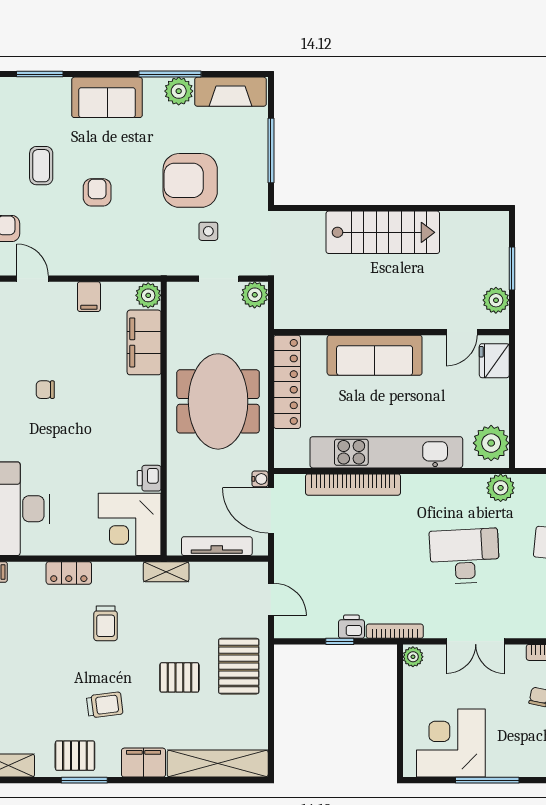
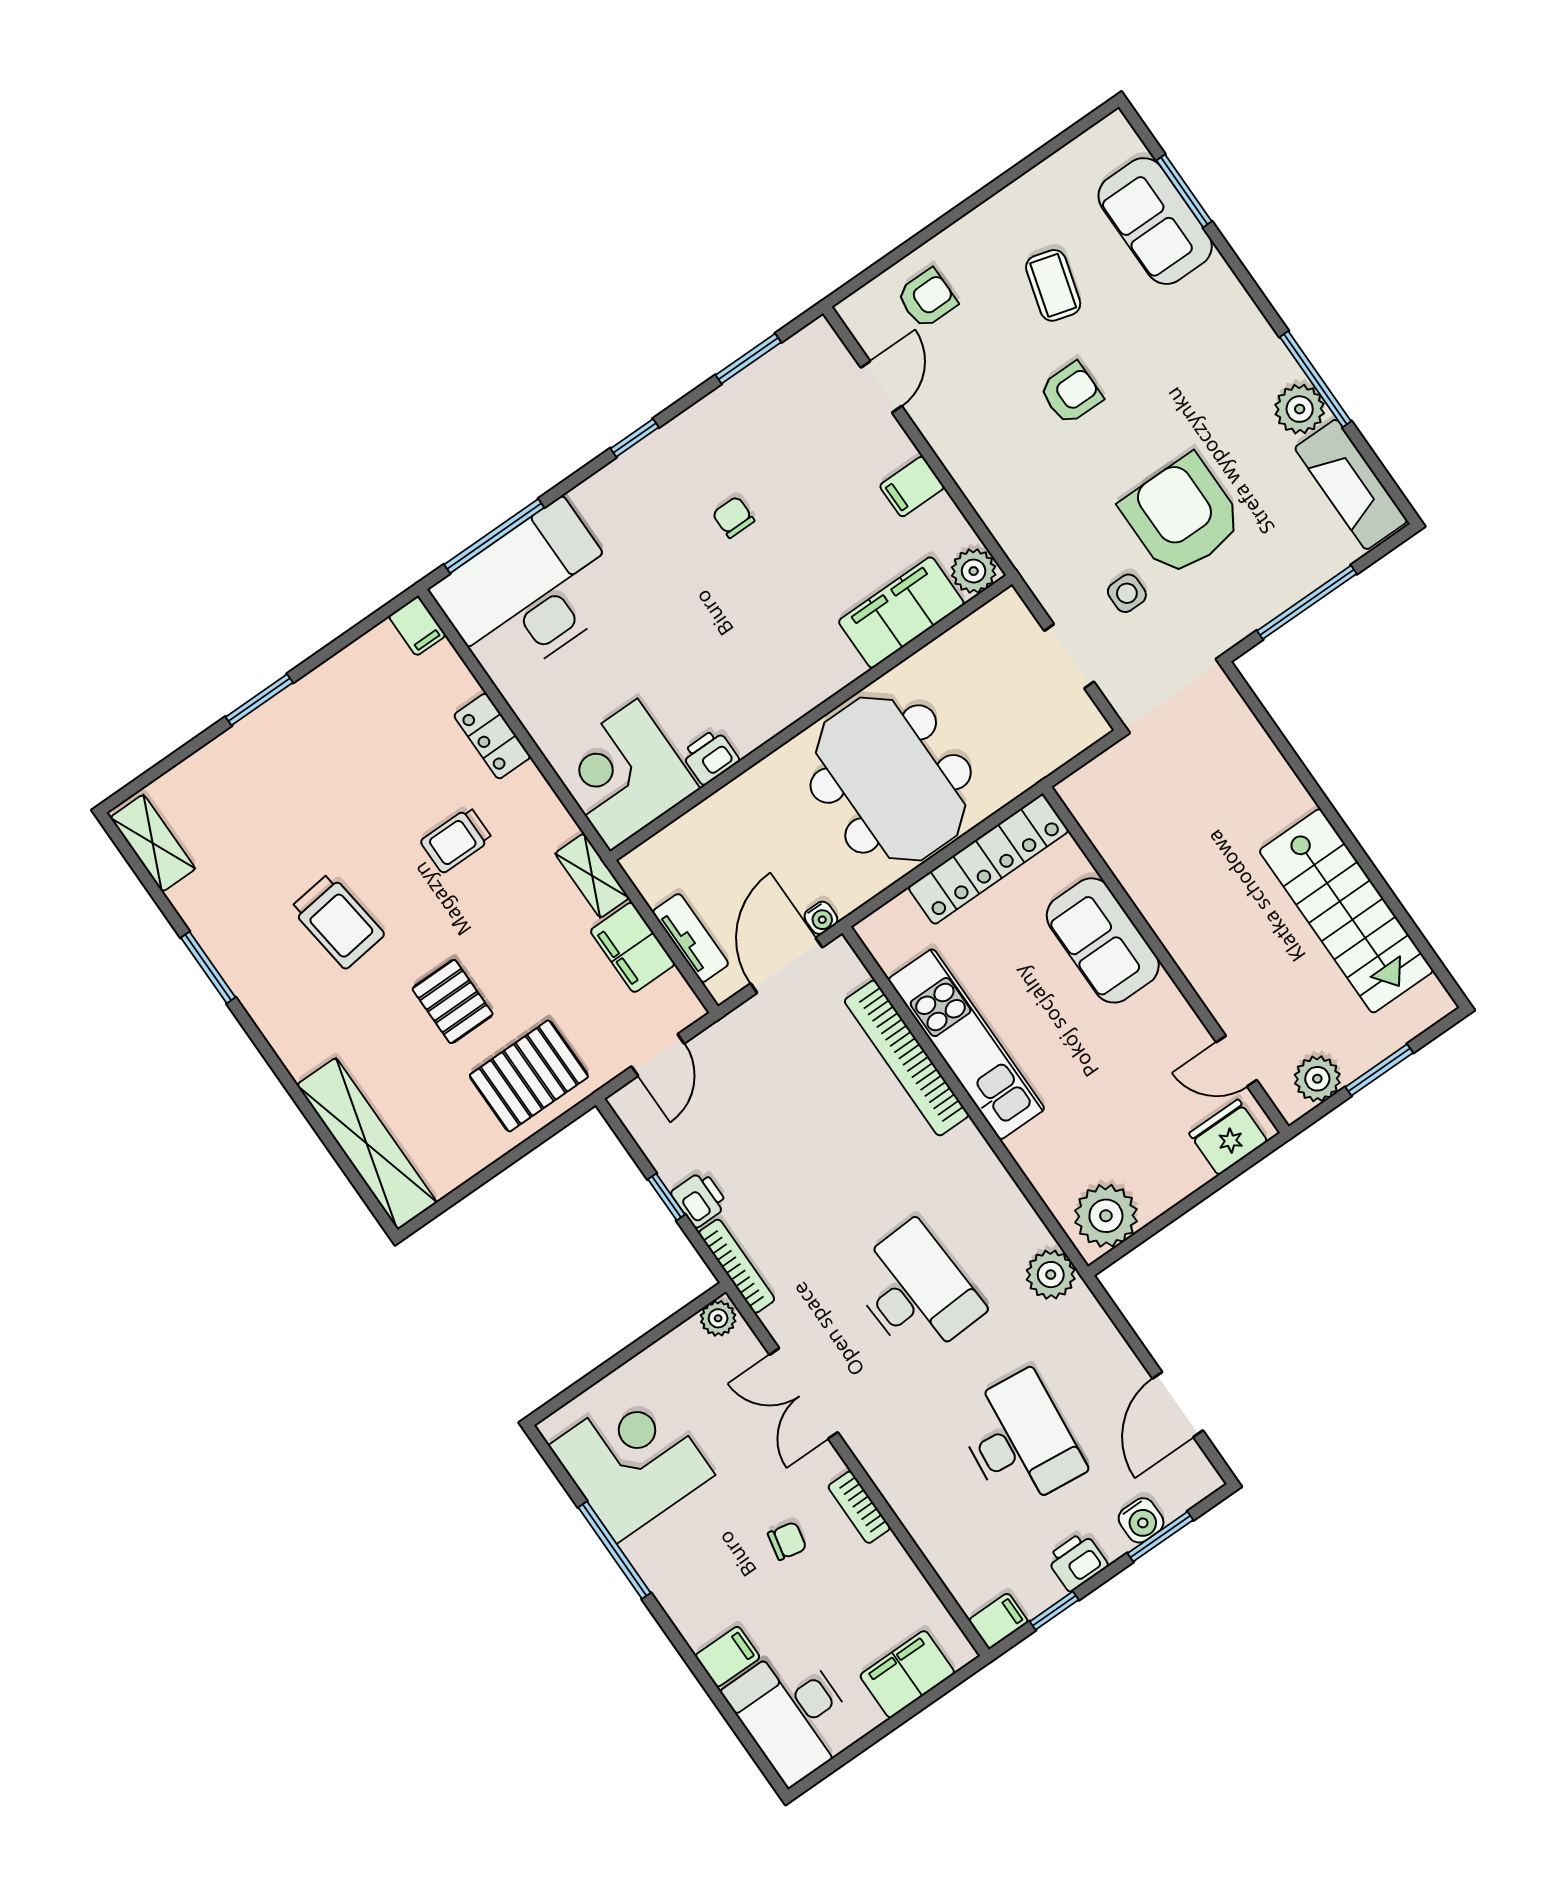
sofa: (107, 97) -> (1155, 221), moved
coffee table: (41, 166) -> (1053, 285), turned -74
stairs: (383, 232) -> (1346, 911), moved
plant: (255, 295) -> (1082, 724), removed
sofa: (375, 355) -> (1103, 940), width x0.73
meeting table: (218, 401) -> (891, 779), turned 90
kitchen unit: (386, 452) -> (966, 1044), width x0.73
tv unit: (217, 546) -> (691, 938), width x0.71
trolley: (105, 705) -> (337, 921), width x1.36, depth x1.39
pallet: (75, 756) -> (234, 929), removed
filing cabinet: (143, 763) -> (633, 947), moved, turned 180

